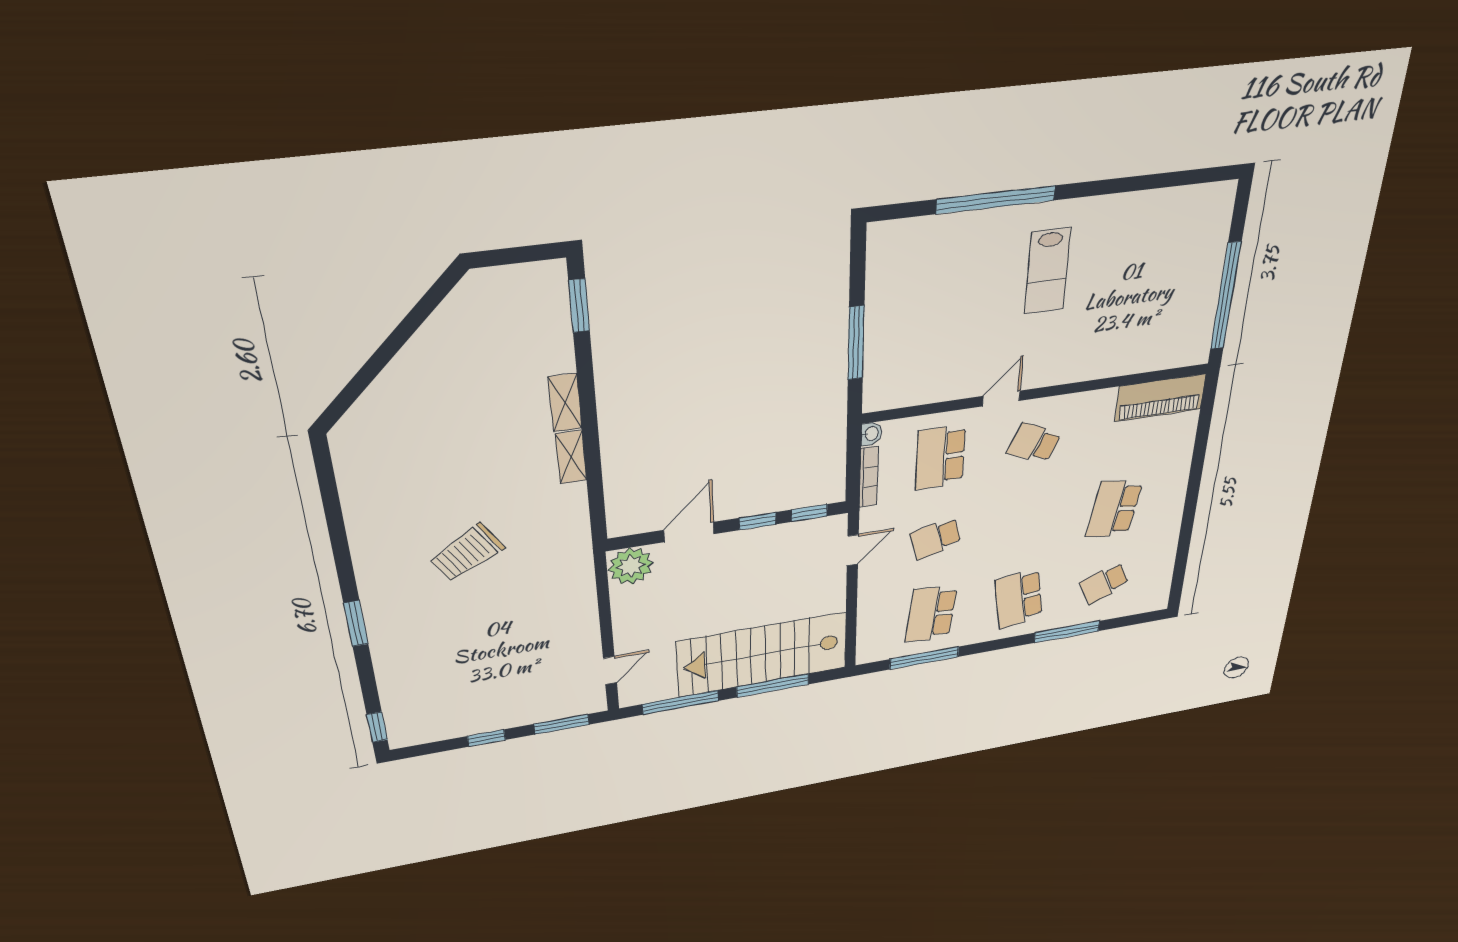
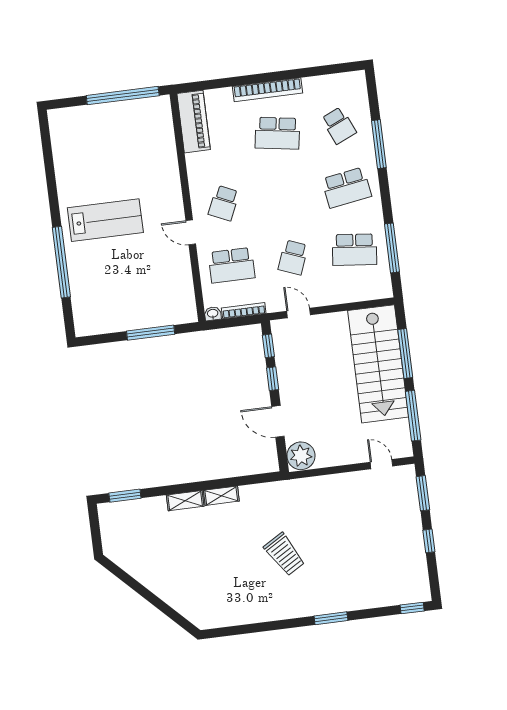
lab bench: (1048, 271) -> (105, 220), width x1.36, depth x1.39
bookcase: (1176, 493) -> (267, 90), added
school desk: (936, 538) -> (293, 257), turned 36

